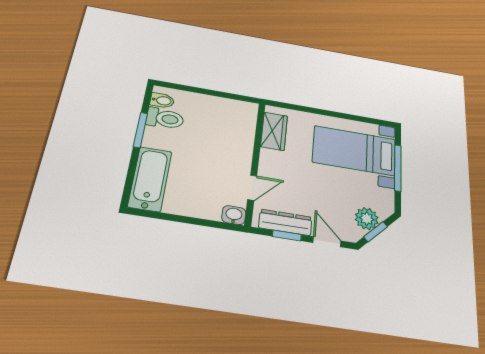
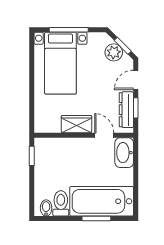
window: (235, 97) -> (32, 156), added
window: (140, 130) -> (96, 219), moved
wardrobe: (274, 131) -> (76, 124), moved
bathtub: (150, 179) -> (102, 201), width x1.36, depth x1.36
washbasin: (234, 215) -> (124, 153), width x1.91, depth x1.45

